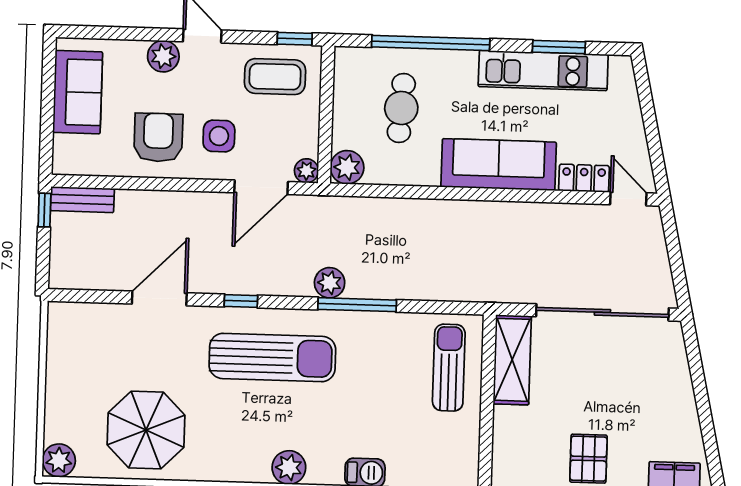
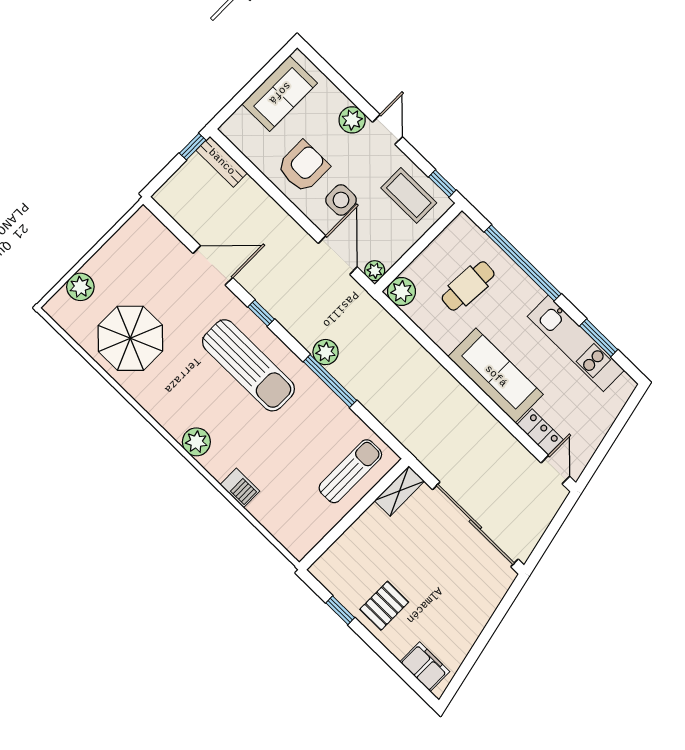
door: (261, 187) -> (338, 255), swing flipped
shelving: (512, 360) -> (399, 491), width x0.67, depth x0.75
plant: (59, 460) -> (80, 287), moved

